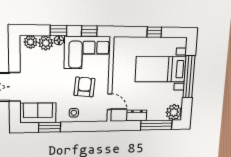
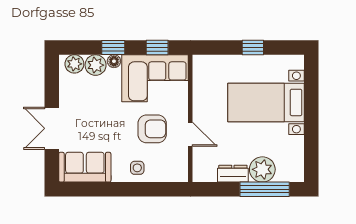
window: (189, 77) -> (311, 114), removed
armchair: (84, 87) -> (152, 129), turned 85
door: (110, 102) -> (190, 134), moved
plant: (174, 112) -> (262, 169), moved
window: (50, 127) -> (102, 189), removed

